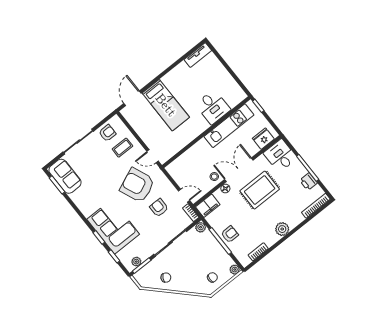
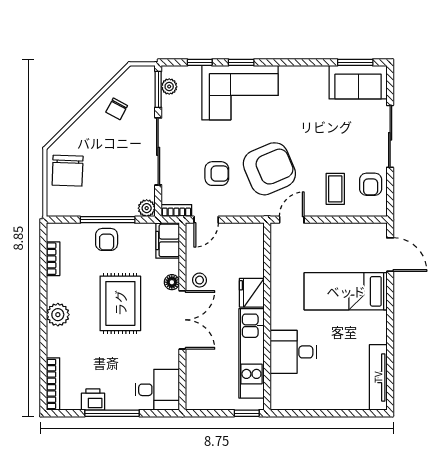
tv unit: (198, 55) -> (378, 377), width x1.41
fridge: (263, 139) -> (252, 293), moved, turned 180
rug: (260, 190) -> (120, 303), moved
plant: (235, 270) -> (54, 209), removed
chair: (212, 277) -> (68, 171), width x1.87, depth x1.87

